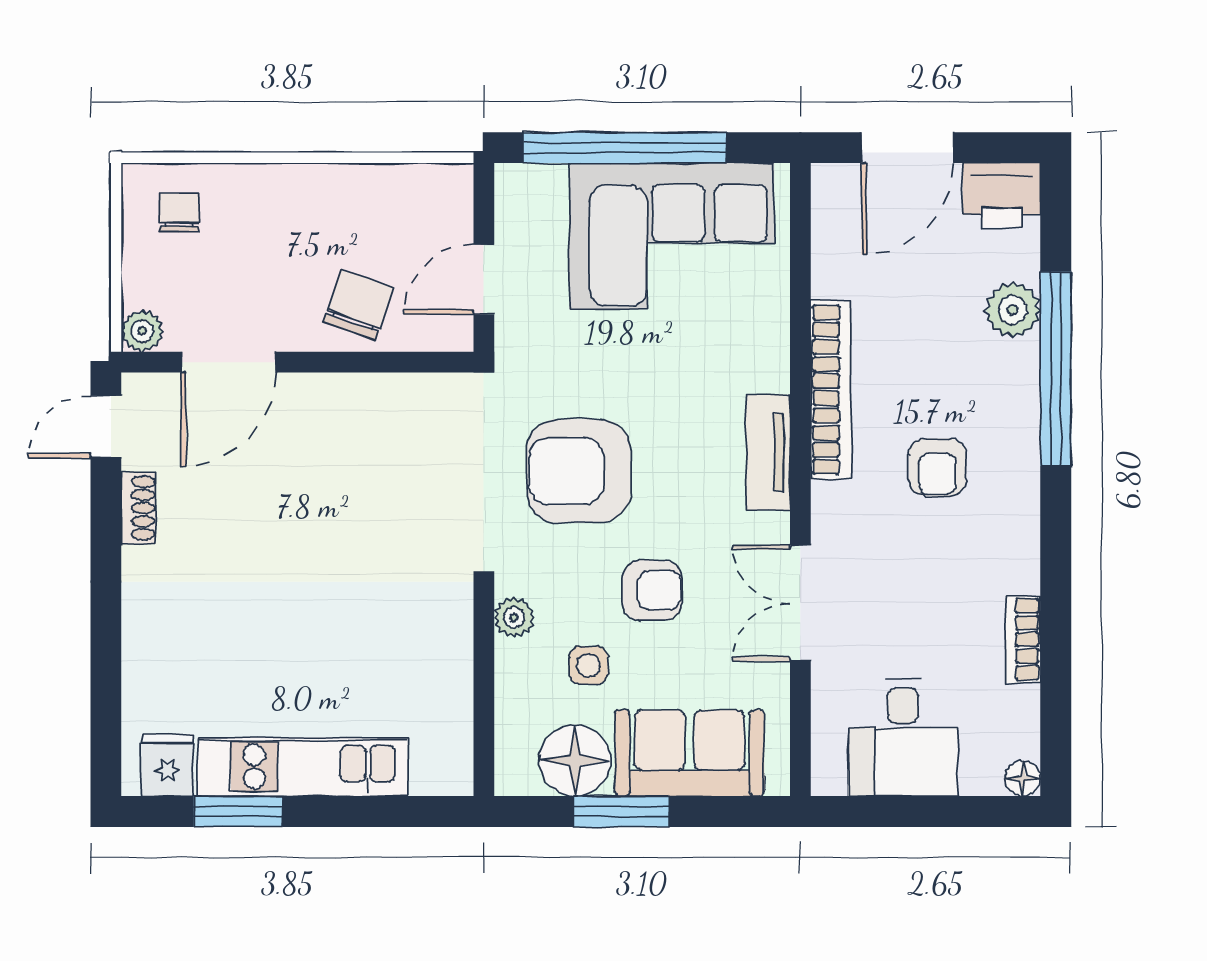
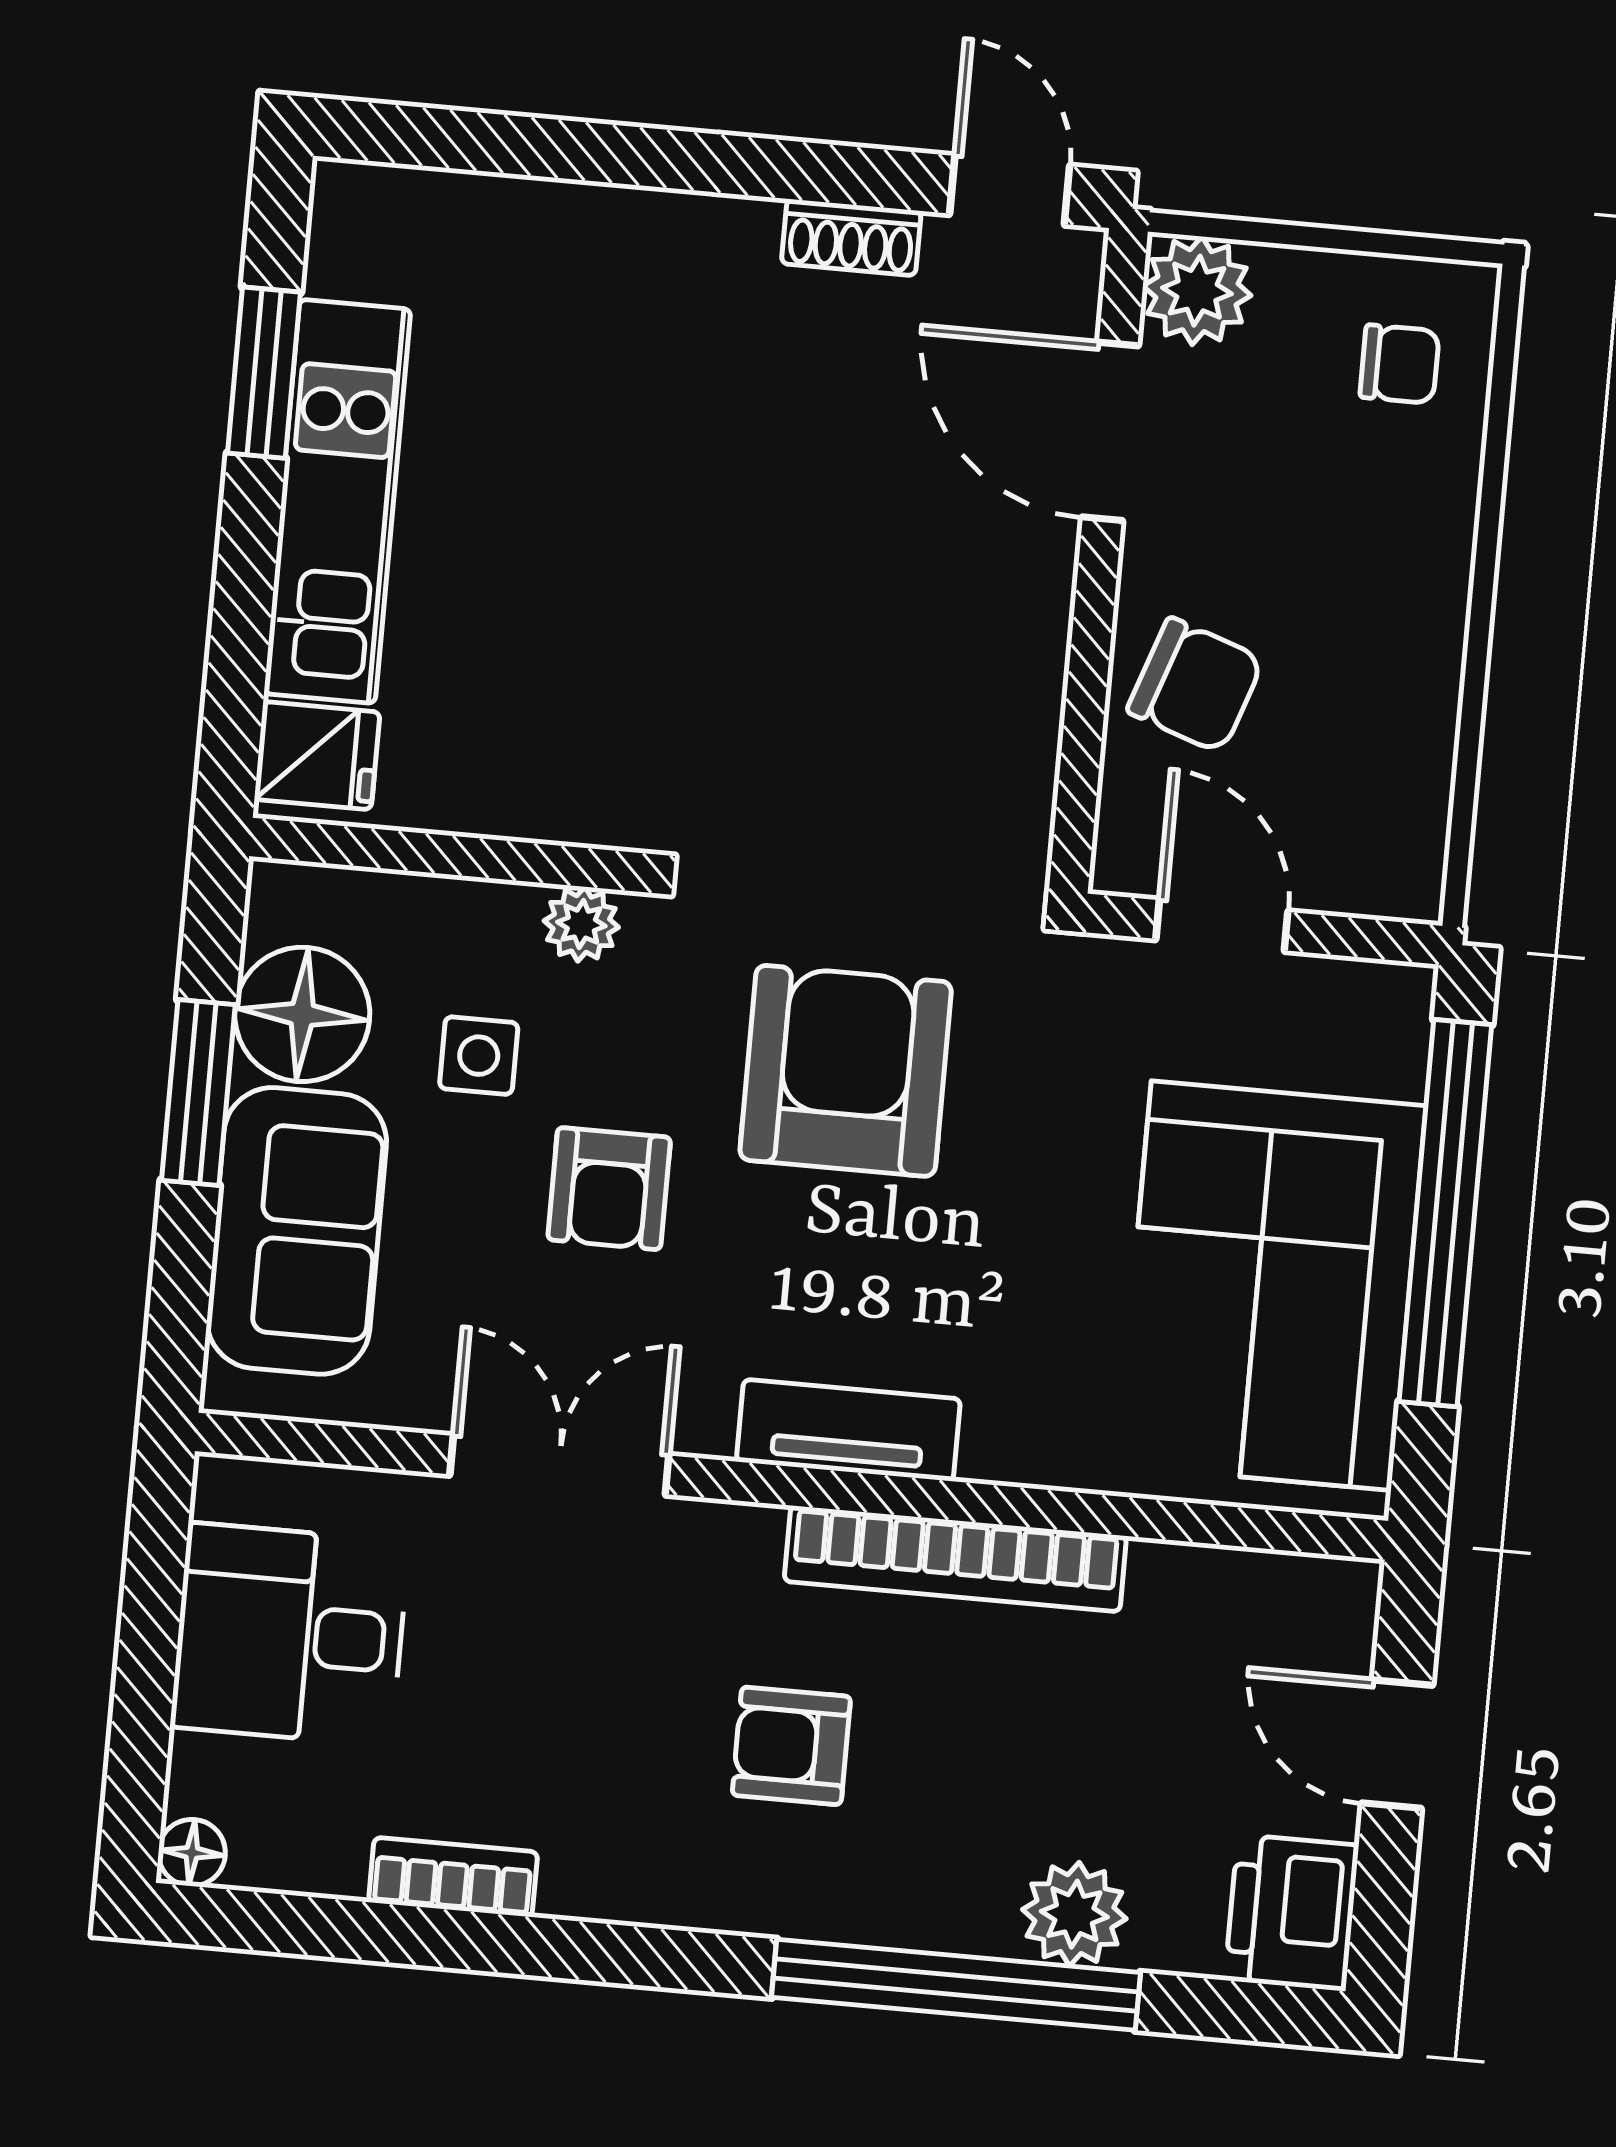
door: (907, 148) -> (1397, 1744), width x0.73
plant: (142, 331) -> (1197, 291), width x1.38, depth x1.38
fridge: (167, 765) -> (317, 756), moved

